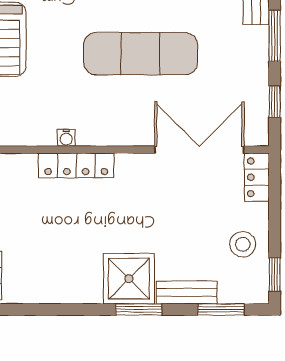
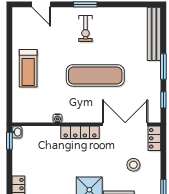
locker: (76, 165) -> (80, 132), moved
stool: (243, 244) -> (133, 165), moved

